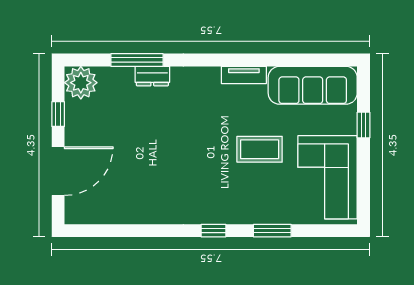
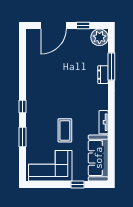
door: (58, 171) -> (53, 25), hinge flipped

